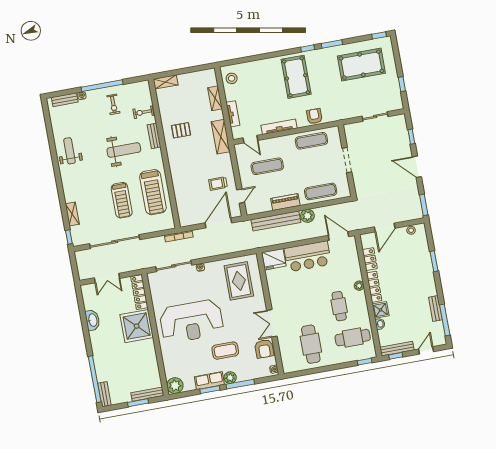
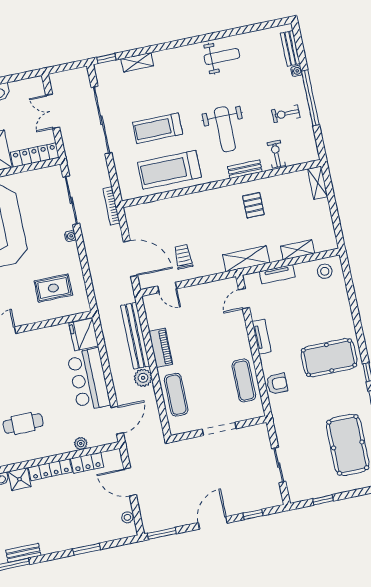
tv unit: (279, 127) -> (262, 337), width x0.71
exercise mat: (267, 166) -> (208, 322), removed
rug: (239, 281) -> (53, 288), width x0.73, depth x0.70
plant: (359, 286) -> (81, 443), moved

